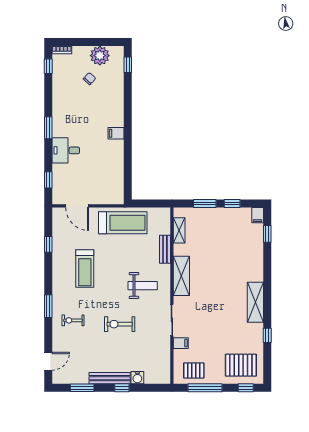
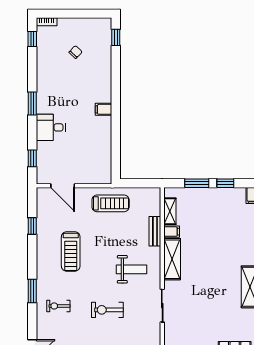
plant: (100, 56) -> (86, 28), removed
treadmill: (123, 223) -> (111, 203), width x0.73, depth x0.73
filing cabinet: (181, 343) -> (172, 232), moved

